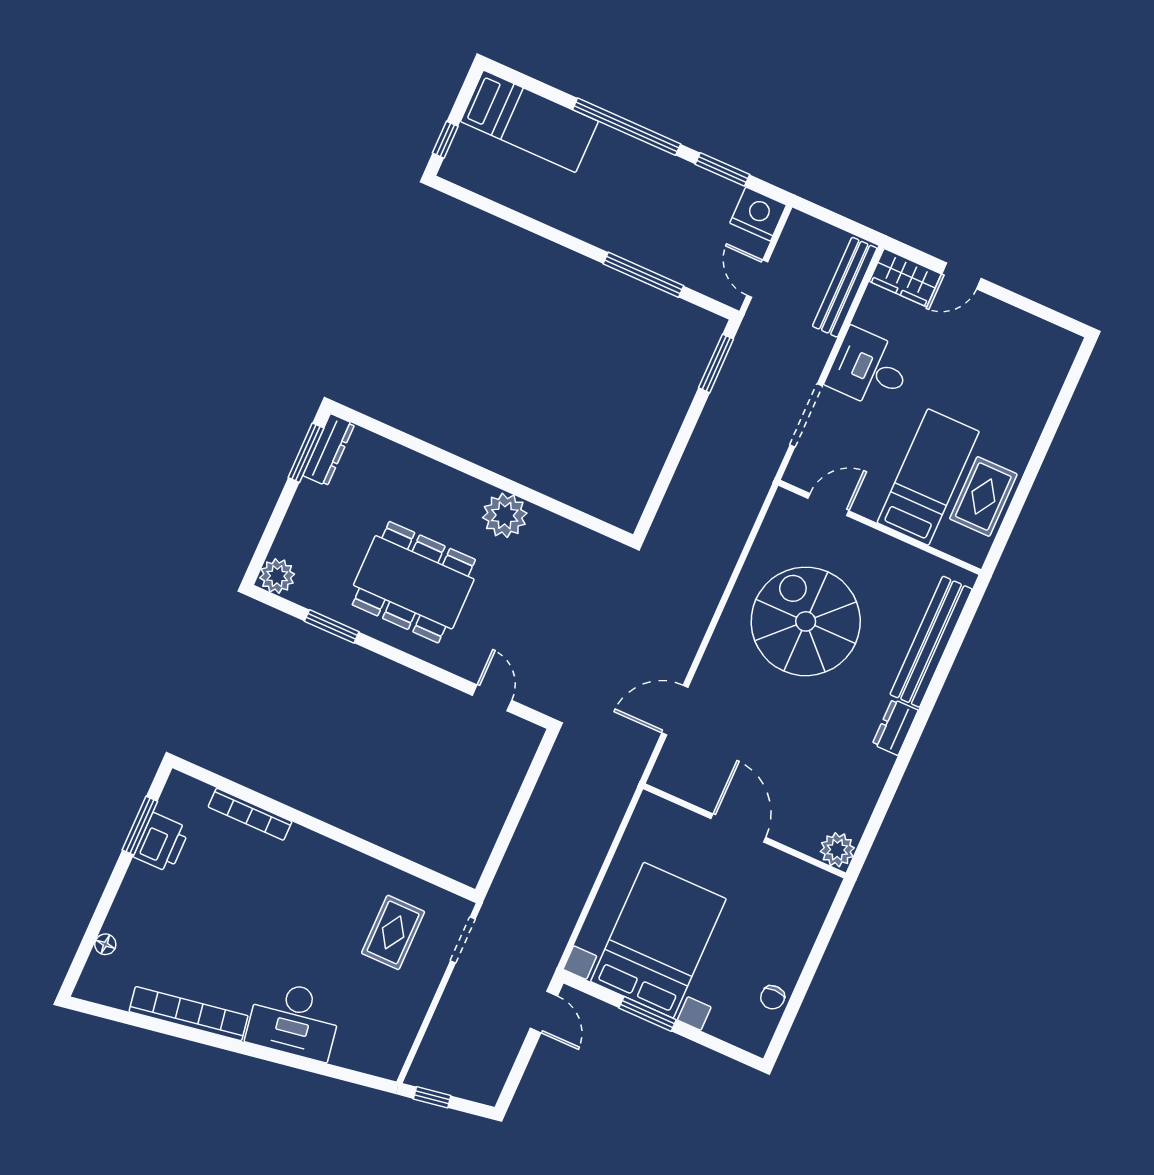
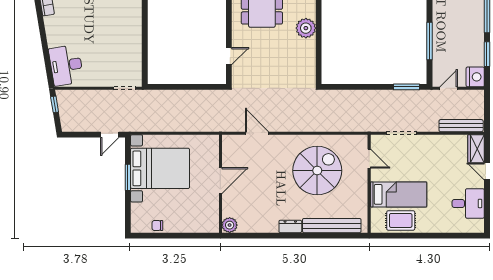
desk: (869, 369) -> (468, 203), moved, turned 90
rug: (393, 932) -> (115, 58), removed
desk: (294, 1020) -> (66, 65), moved

